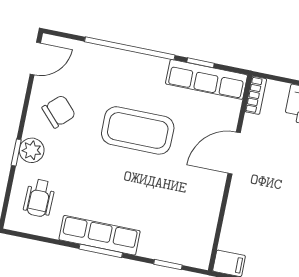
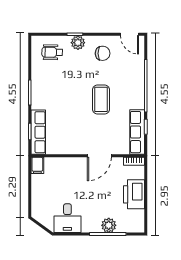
chair: (59, 112) -> (103, 53), turned -47
coffee table: (138, 130) -> (101, 99), width x0.73, depth x0.76
door: (234, 153) -> (99, 156), swing flipped
row of seats: (100, 235) -> (38, 132), moved

